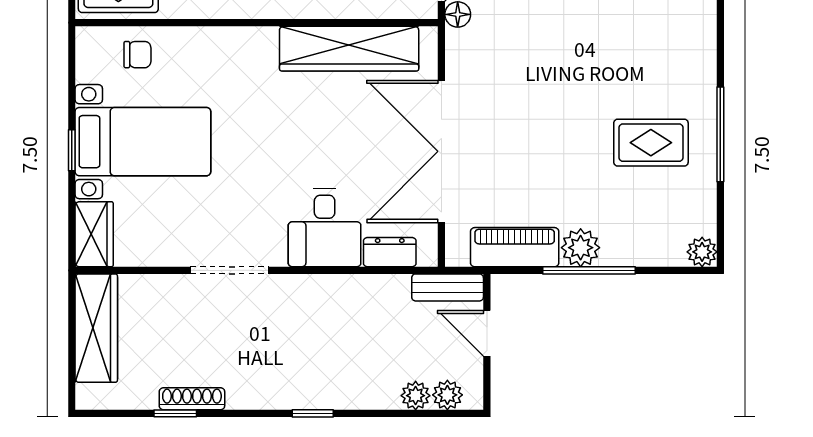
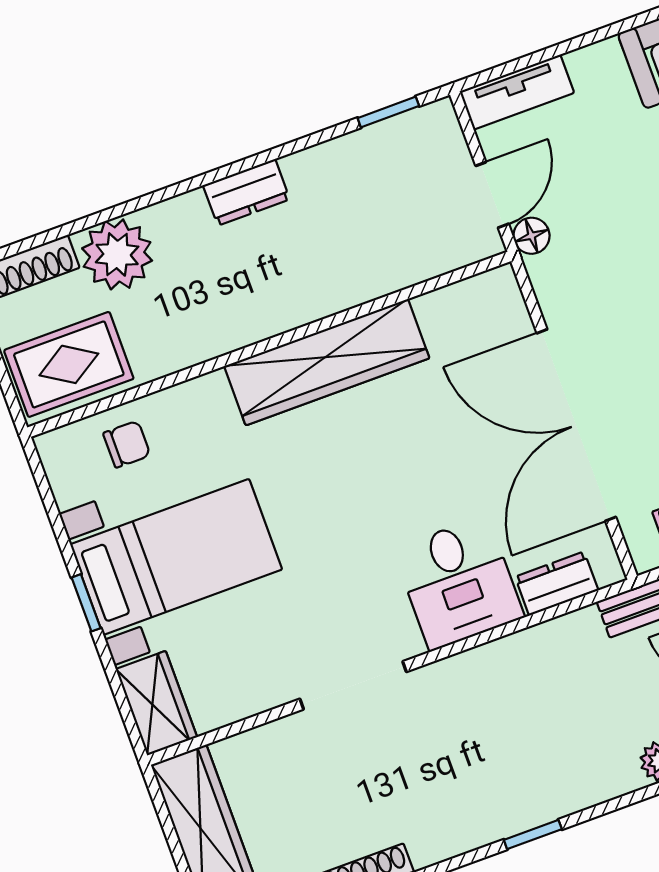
wardrobe: (349, 49) -> (327, 362), moved

